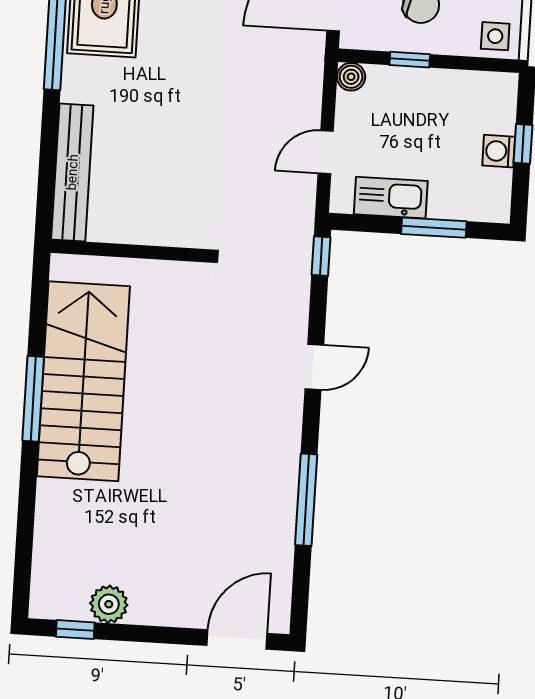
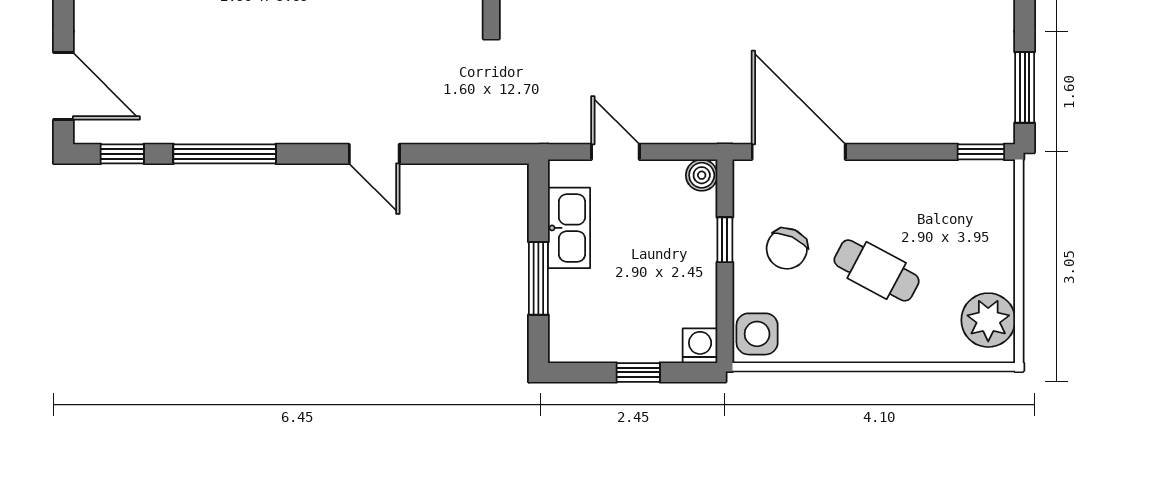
side table: (495, 36) -> (757, 334), width x1.37, depth x1.37
washing machine: (499, 151) -> (700, 346), moved
window: (321, 256) -> (122, 154), moved

